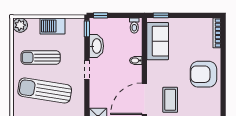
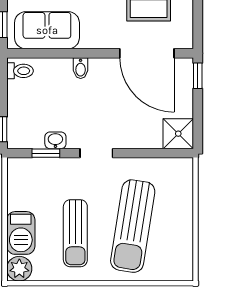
barbecue: (52, 26) -> (21, 233), moved
window: (87, 29) -> (46, 153), moved
washbasin: (96, 46) -> (55, 140), width x0.52, depth x0.69

